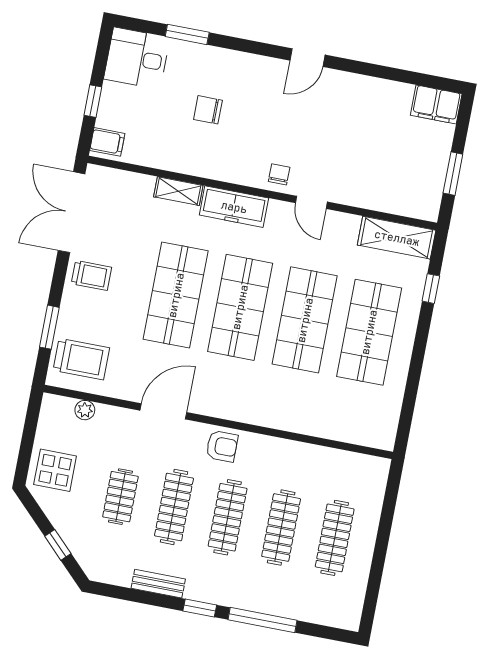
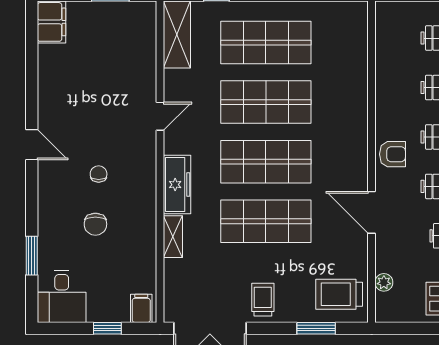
chair: (279, 174) -> (99, 174), moved, turned 90
trolley: (81, 359) -> (339, 294), turned -90
armchair: (222, 446) -> (392, 154), turned 90

